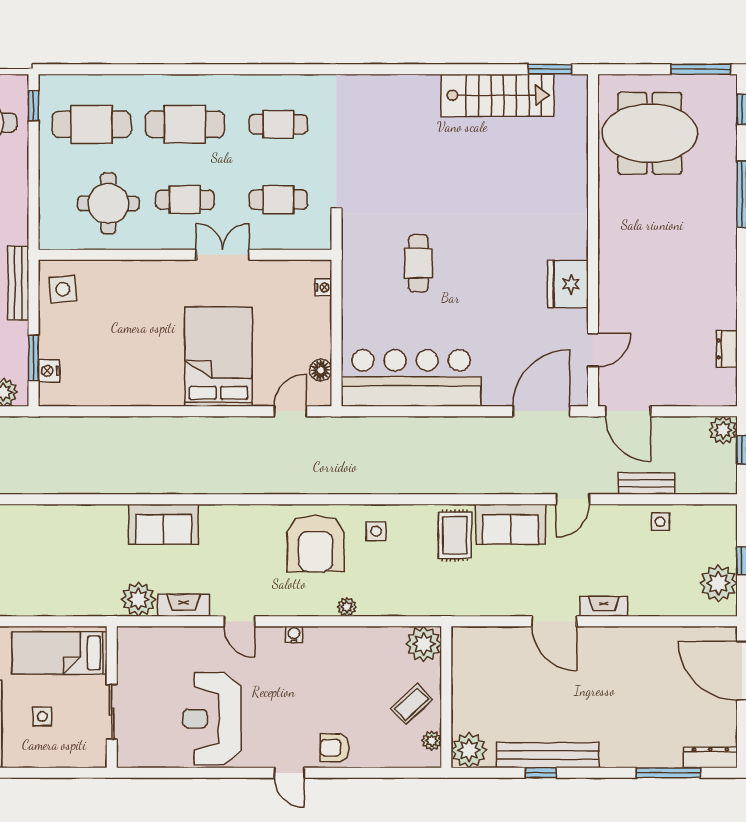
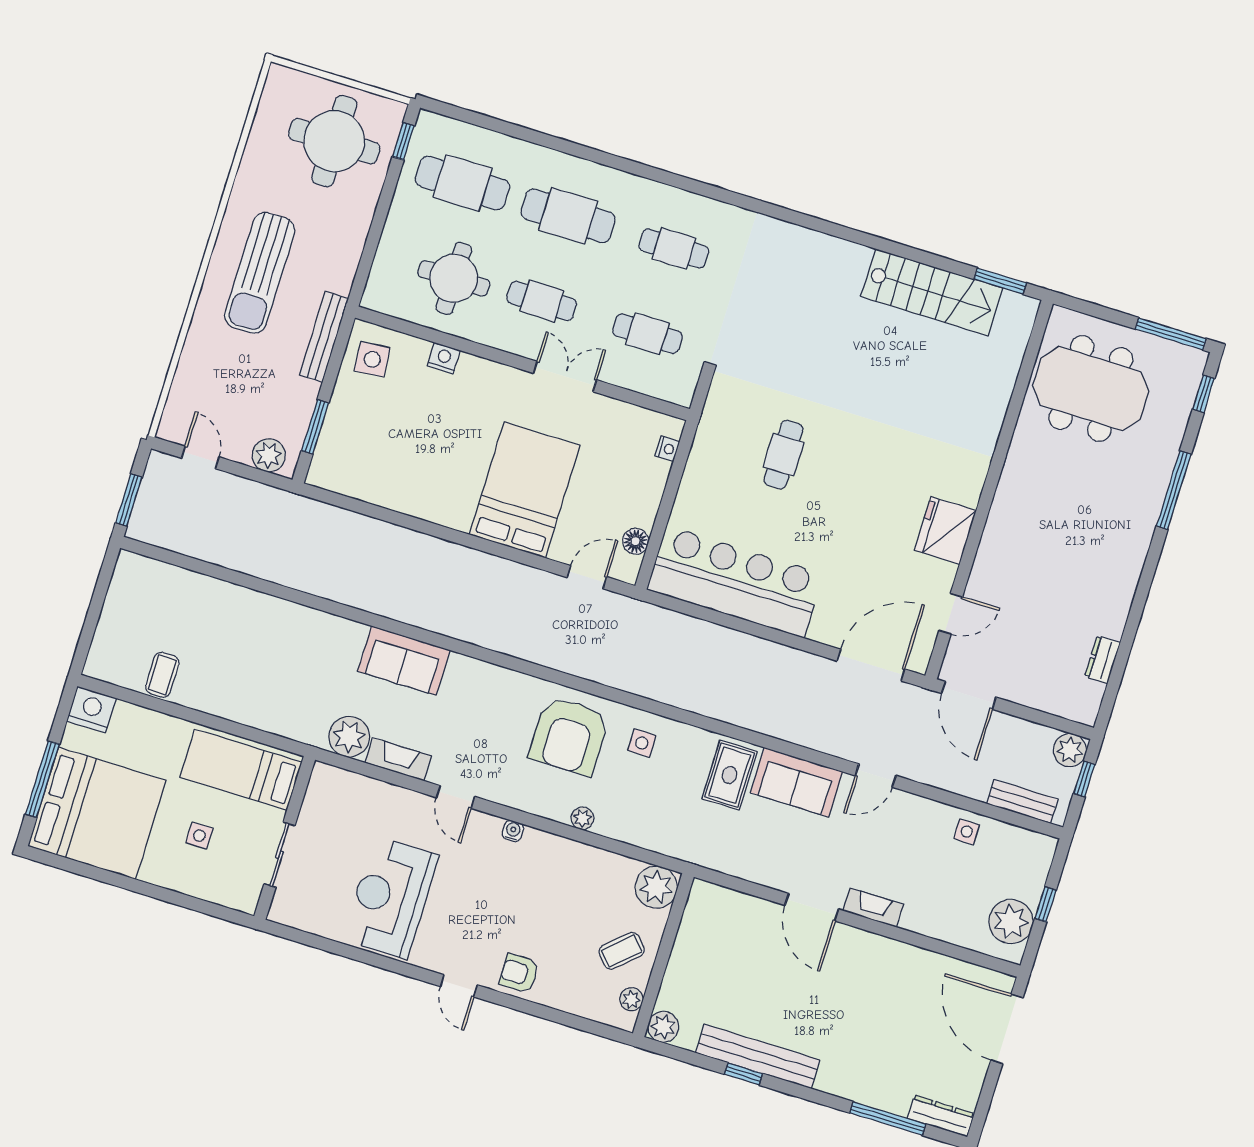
nightstand: (49, 371) -> (444, 358), moved, turned 90
bench: (647, 483) -> (1022, 801), moved
plant: (469, 750) -> (663, 1027), width x0.73, depth x0.73

